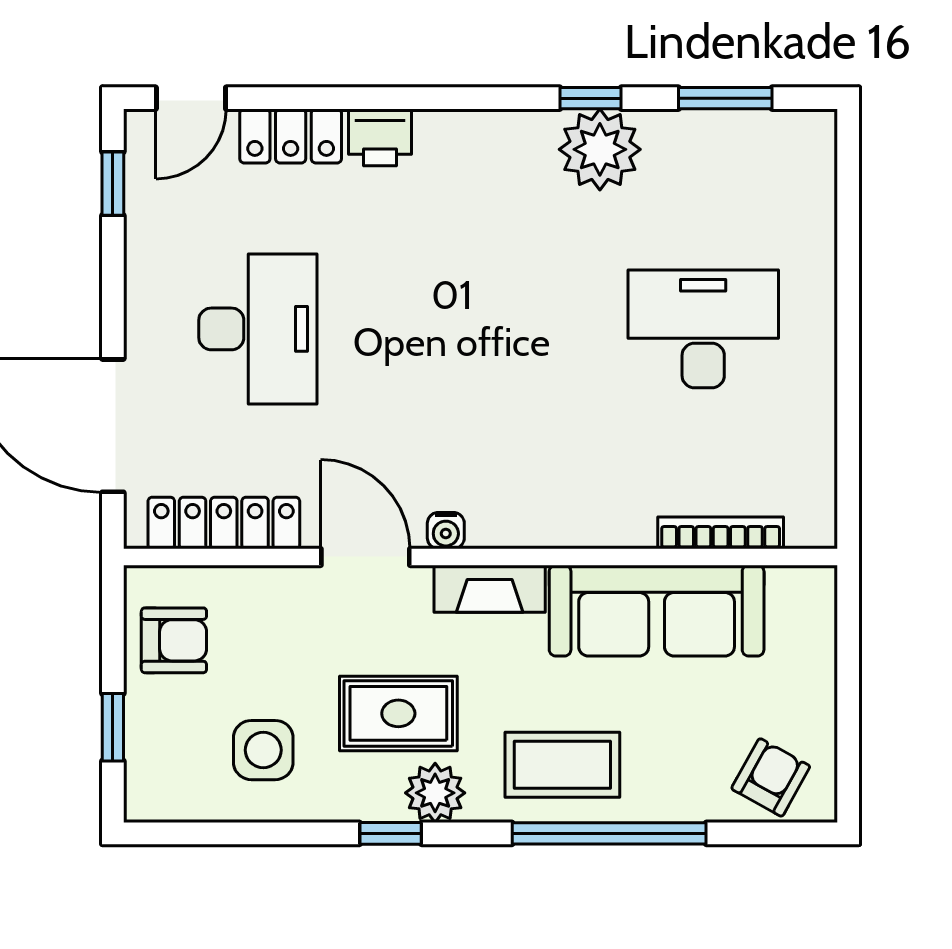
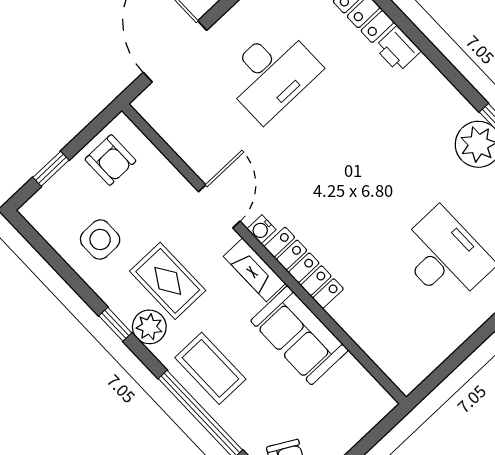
locker: (224, 523) -> (304, 268), moved
bookcase: (721, 533) -> (367, 343), removed
sofa: (657, 611) -> (299, 335), width x0.73

